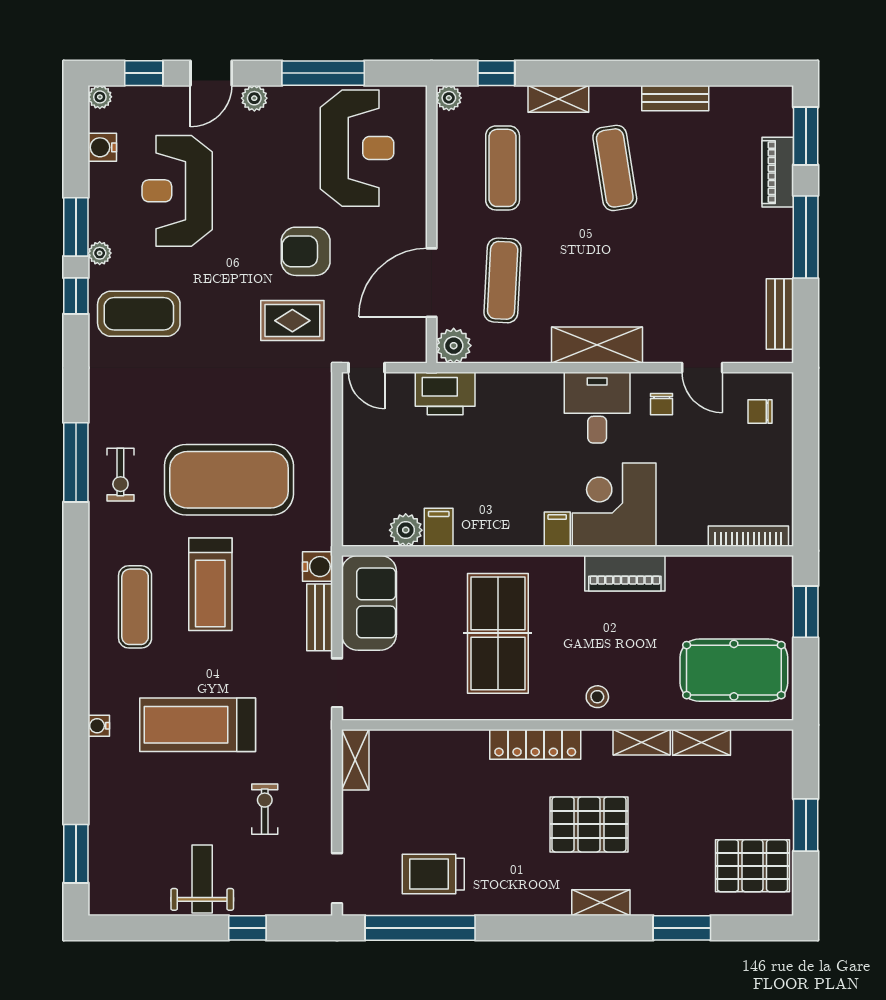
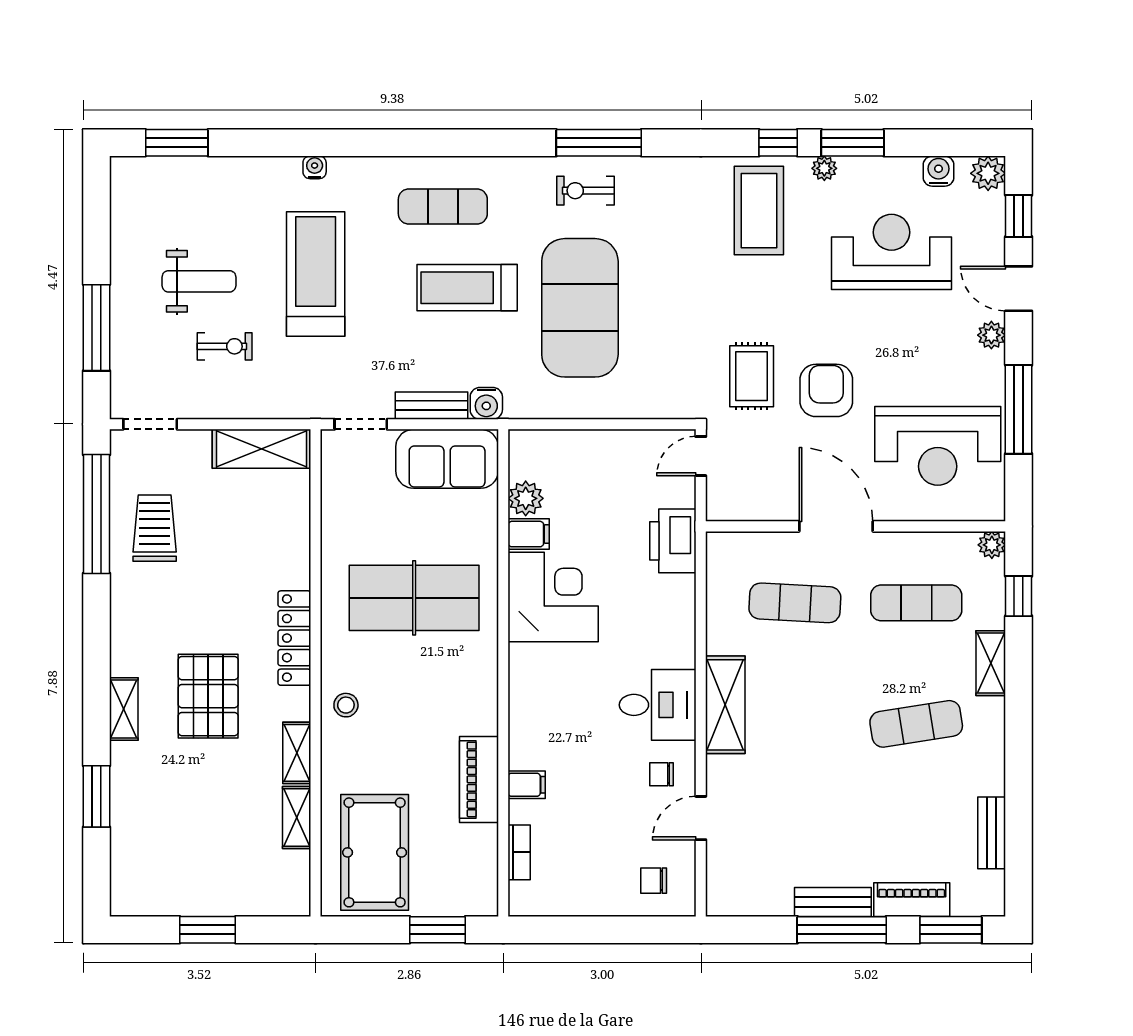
plant: (100, 97) -> (988, 173), width x1.38, depth x1.38
bench: (675, 98) -> (992, 833), moved
door: (432, 283) -> (836, 526), moved
bench: (780, 314) -> (833, 902), moved
plant: (454, 346) -> (725, 550), removed
chair: (760, 411) -> (654, 881), turned -90
corner desk: (614, 505) -> (553, 597), moved
filing cabinet: (557, 529) -> (527, 785), moved
bookcase: (748, 536) -> (519, 852), width x0.64
piano: (625, 573) -> (479, 779), moved
shelving: (355, 760) -> (261, 449), width x1.50, depth x1.33
pallet: (752, 866) -> (164, 872), removed
weight bench: (202, 879) -> (199, 281), moved
window: (247, 928) -> (97, 328), width x2.17

